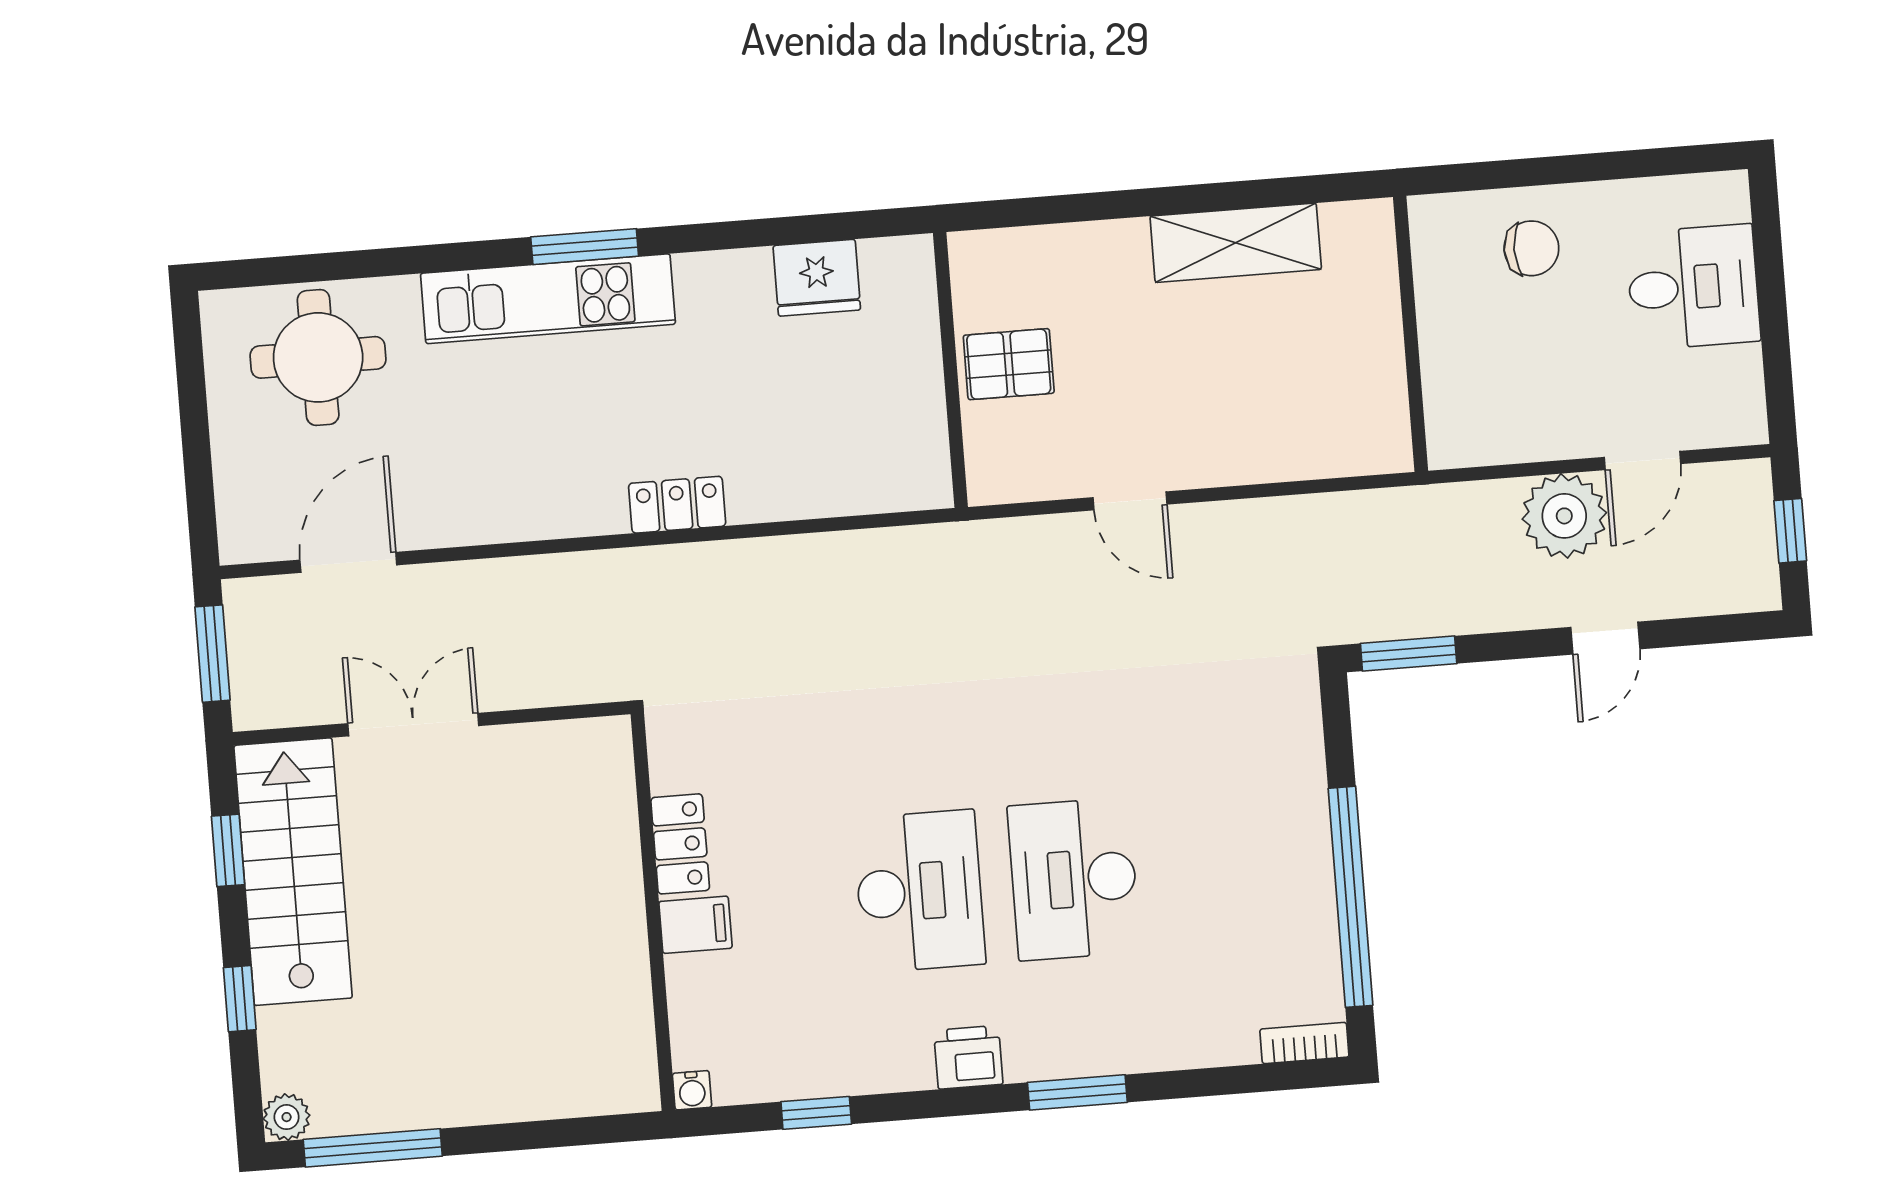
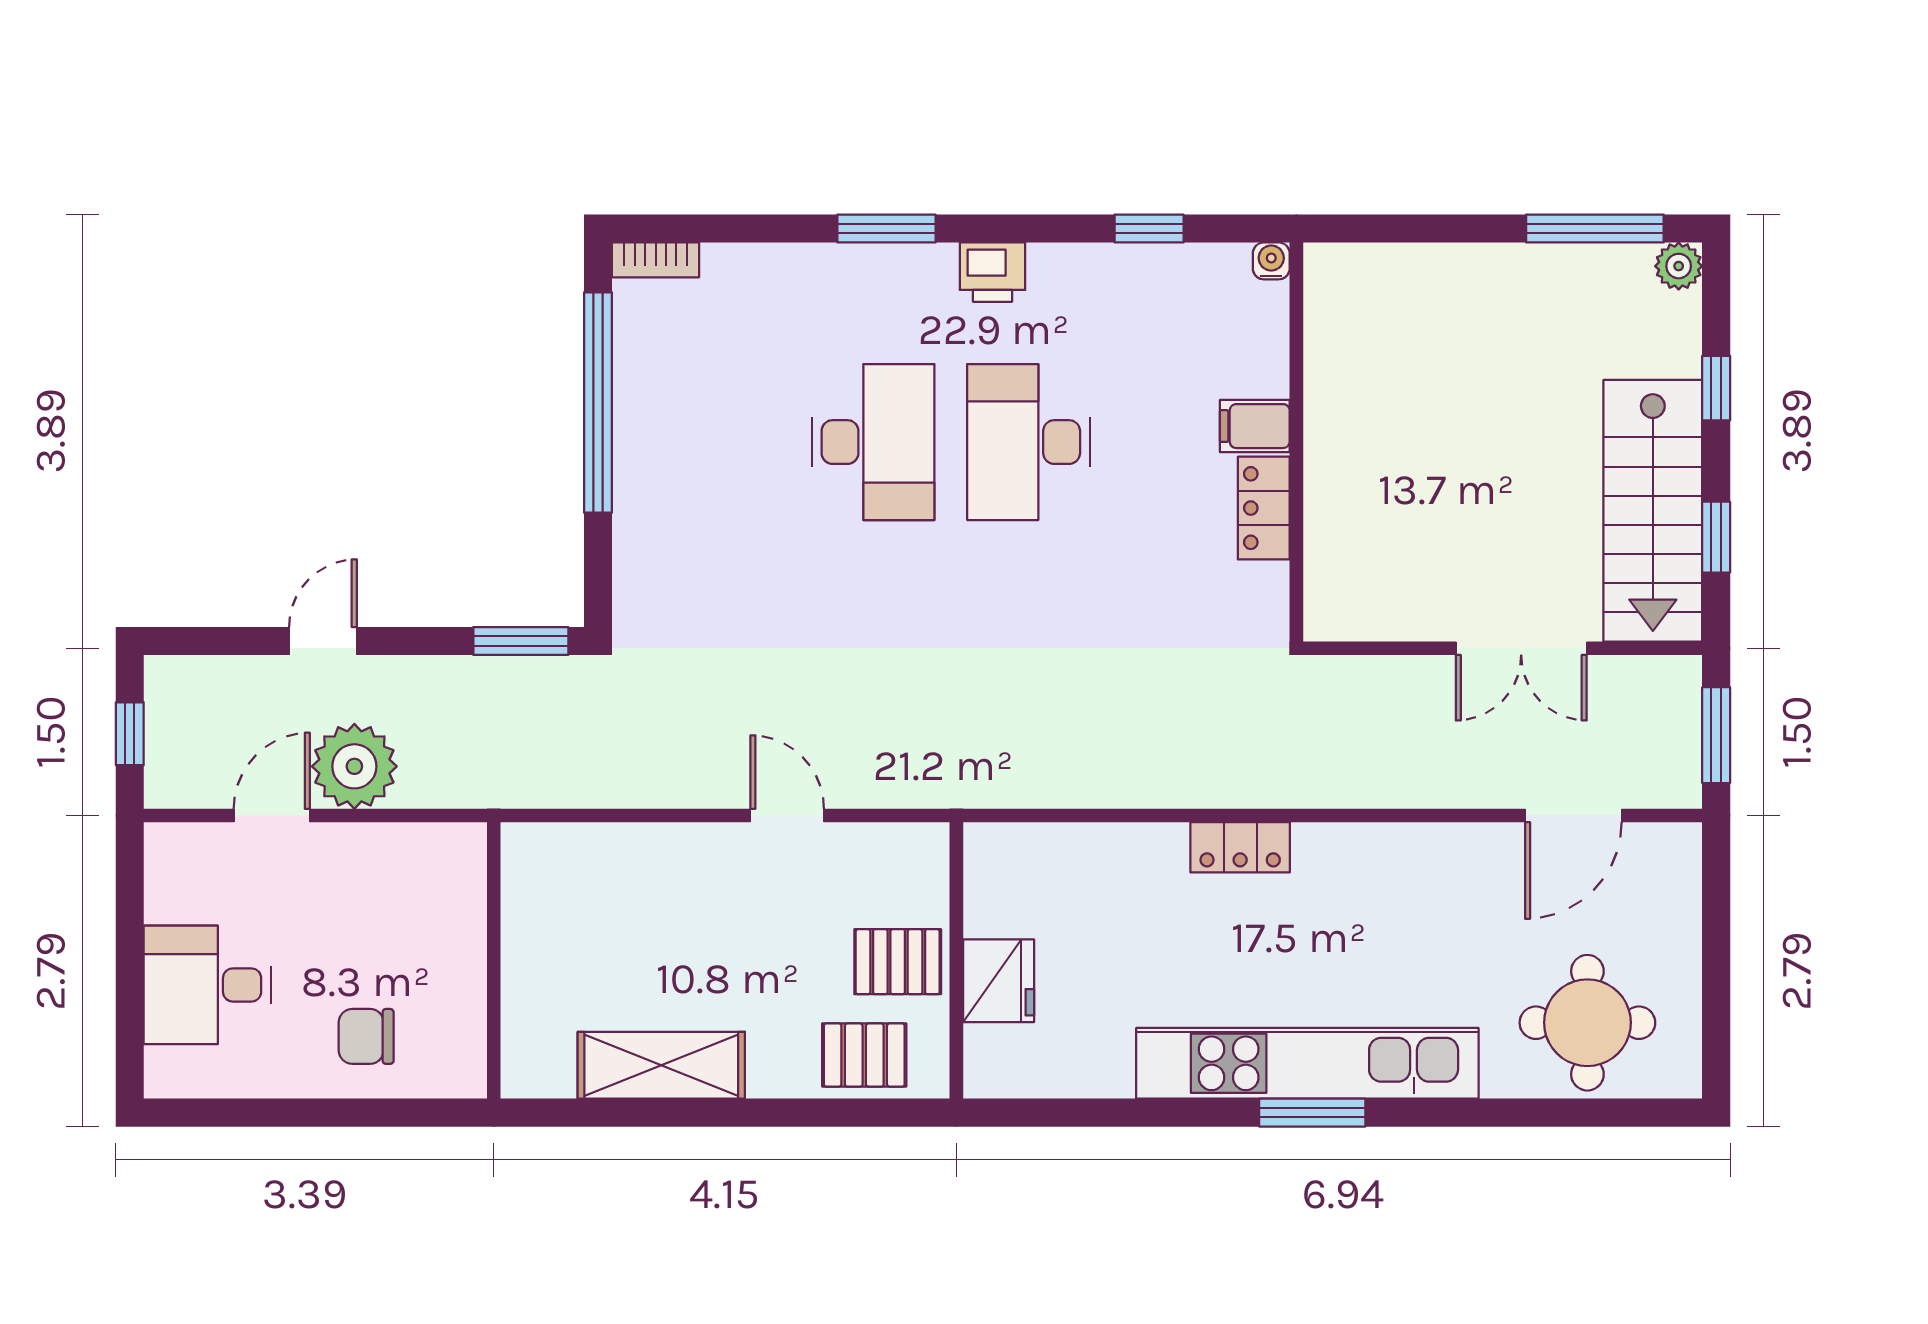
pallet: (1035, 269) -> (864, 1055), added
fridge: (817, 278) -> (999, 981), moved, turned 90
kitchen unit: (548, 299) -> (1307, 1063), width x1.36

